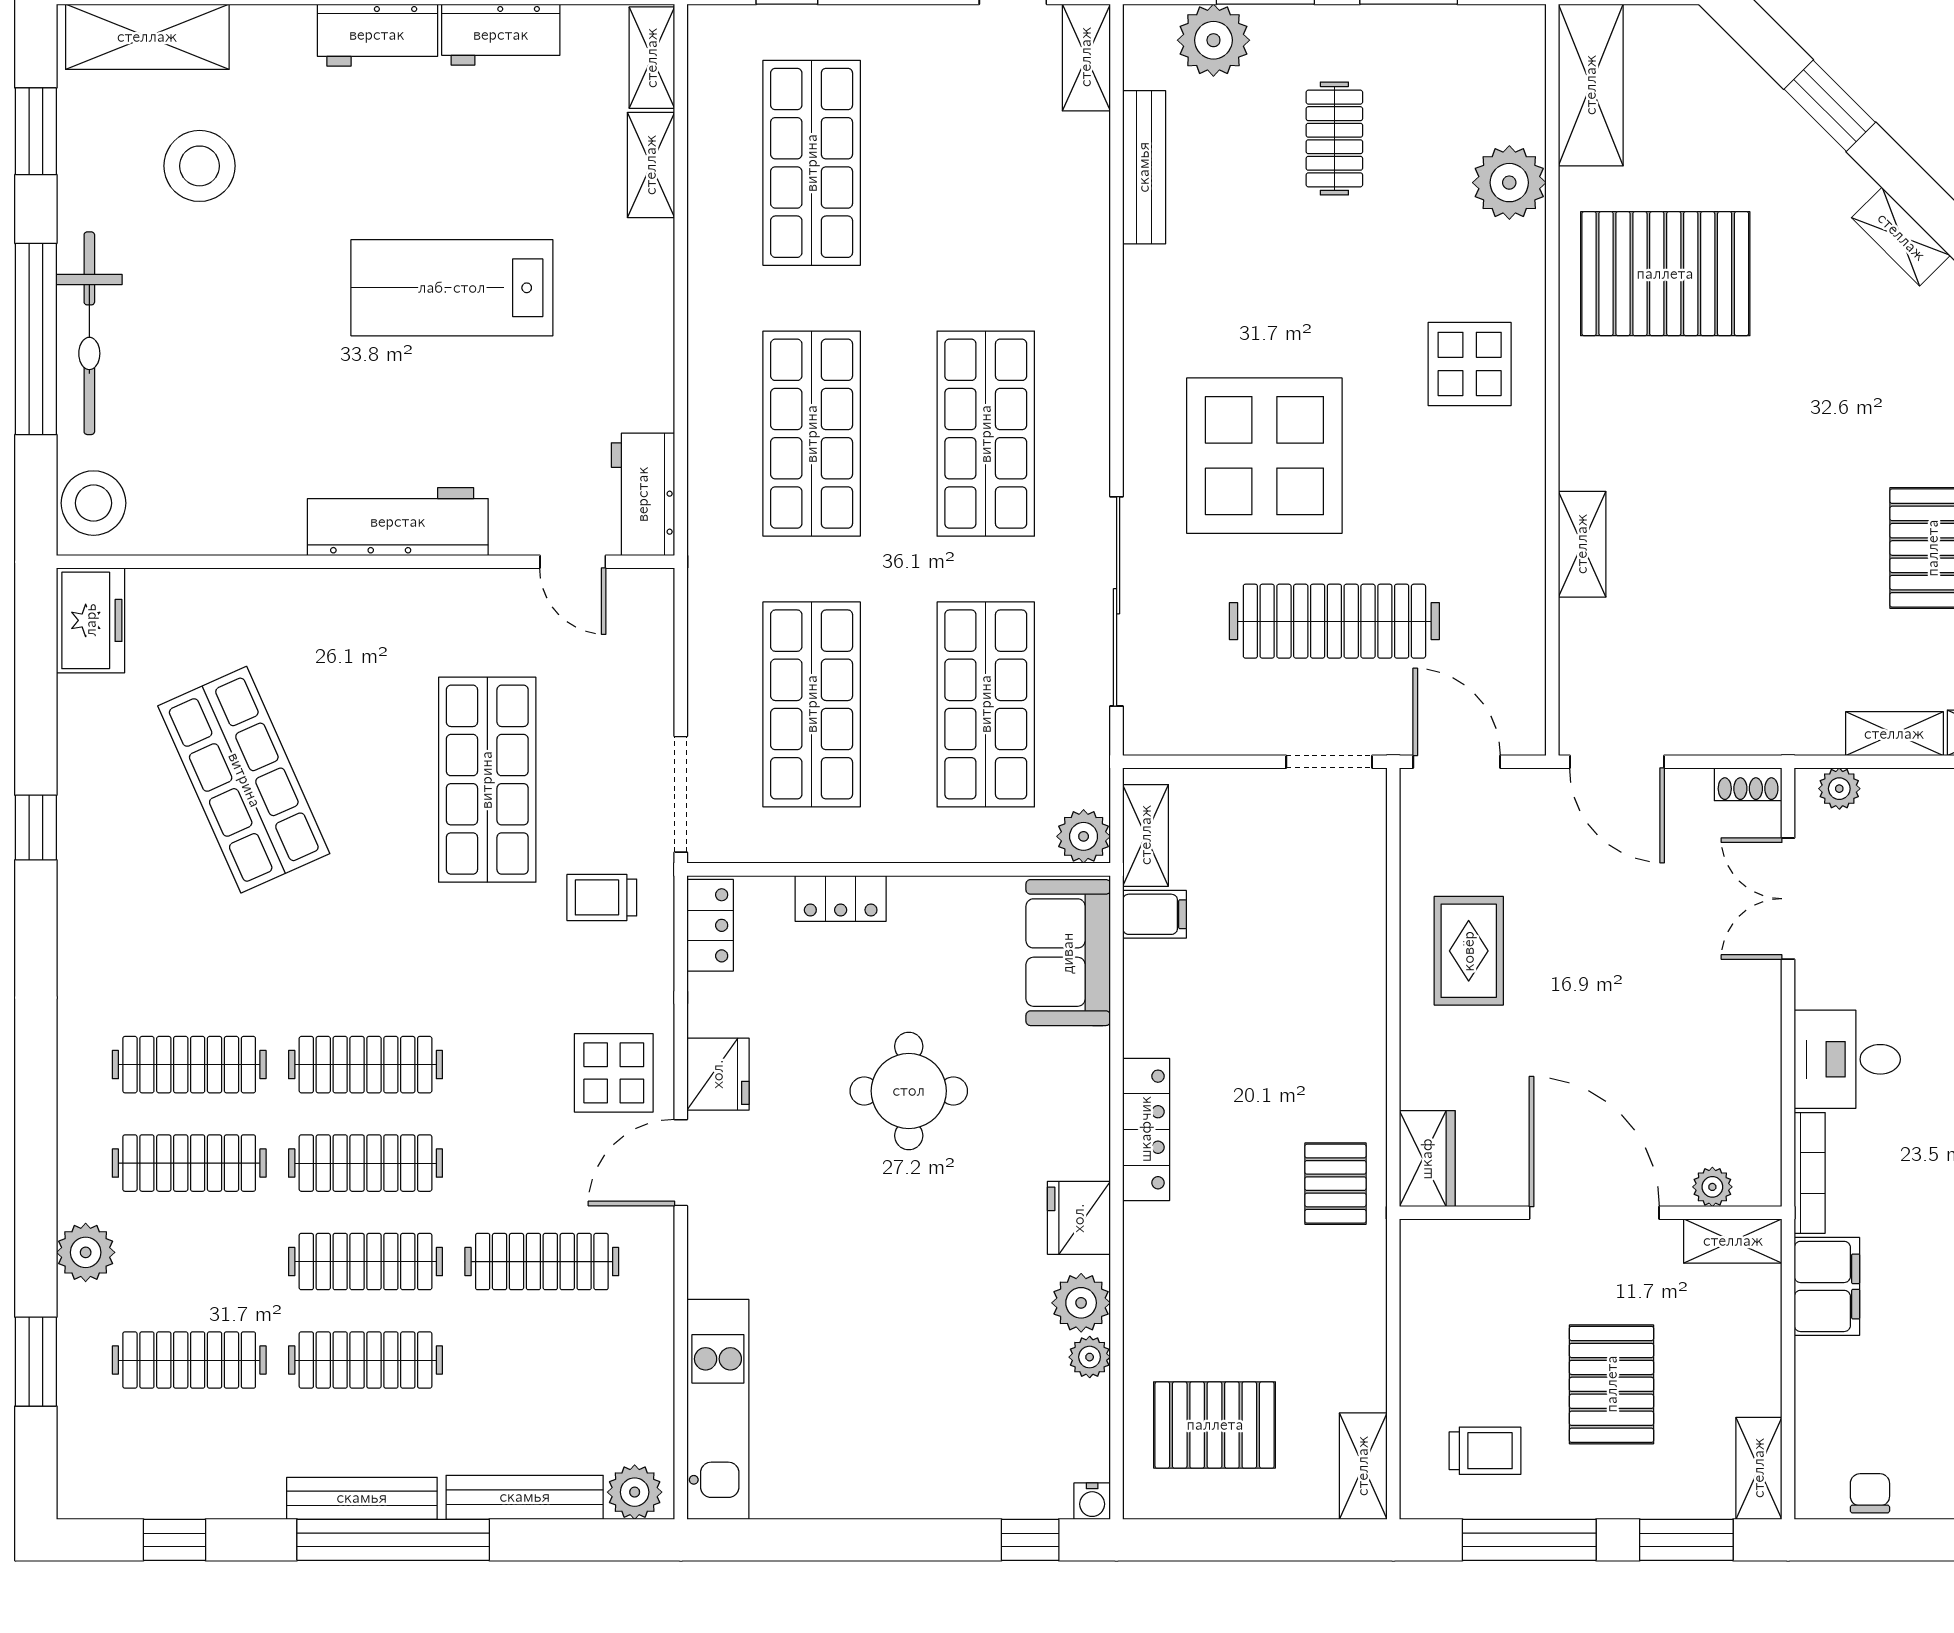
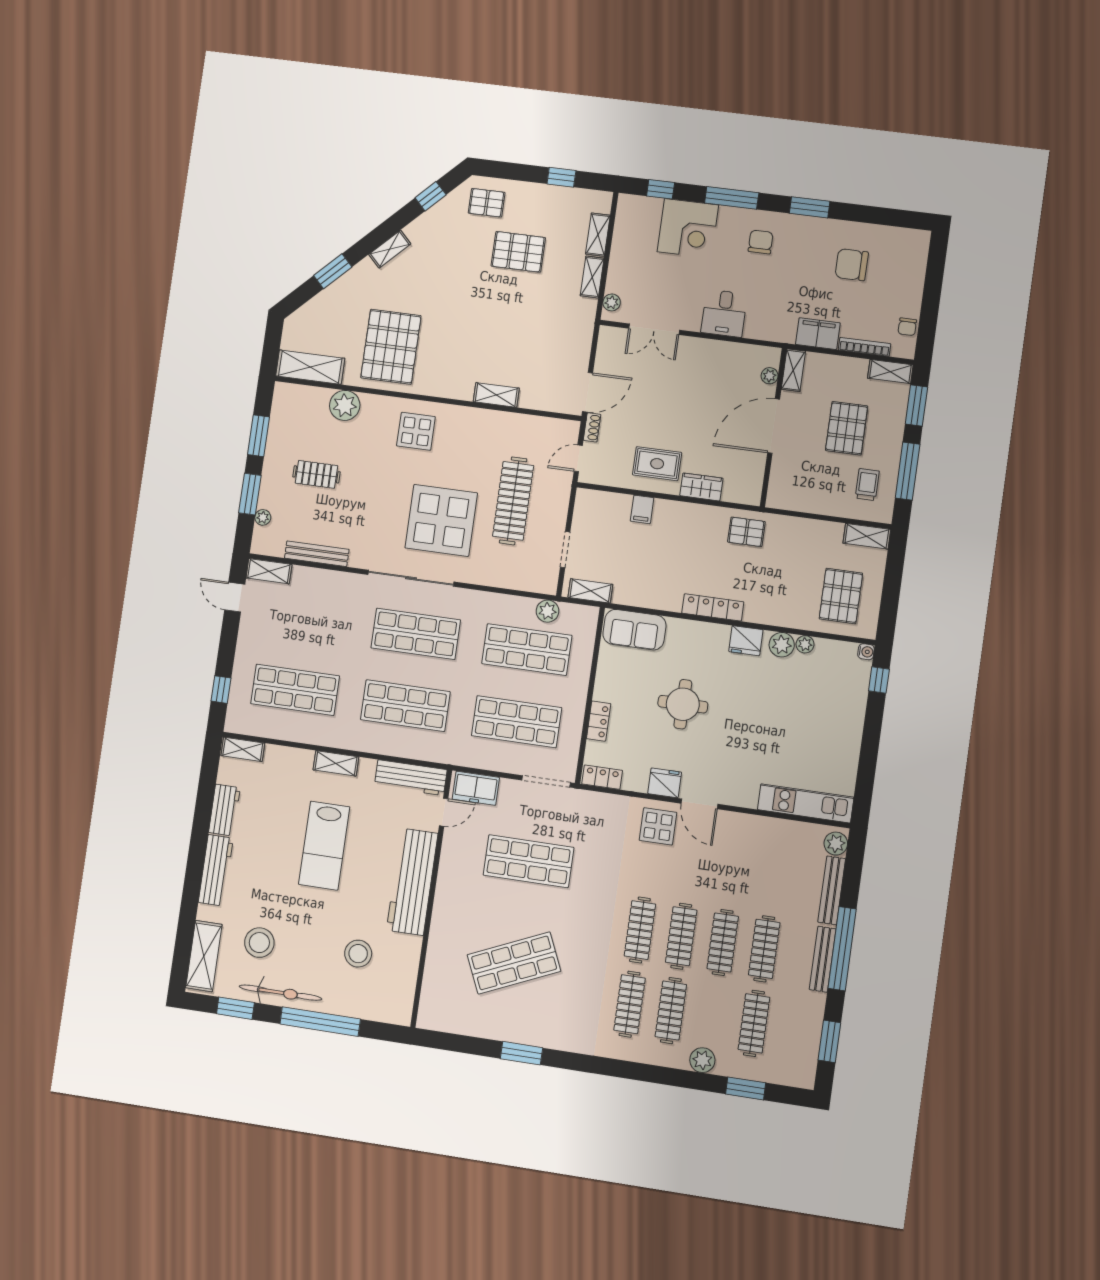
workbench: (377, 35) -> (216, 870), width x1.38
plant: (1213, 40) -> (263, 517), width x0.53, depth x0.53
shelving: (651, 165) -> (336, 763), moved
bicycle: (89, 333) -> (280, 993), moved
workbench: (643, 494) -> (411, 778), width x1.38
stool: (94, 503) -> (358, 954), moved
workbench: (398, 522) -> (412, 882), width x1.36, depth x1.32
sliding door: (1117, 601) -> (411, 578), moved
freezer: (91, 620) -> (476, 788), moved, turned 180
doorway: (1329, 762) -> (565, 550), moved
door: (1457, 762) -> (578, 458), width x0.73
shoe rack: (1748, 784) -> (592, 427), moved
window: (36, 827) -> (521, 1053), width x1.50
plant: (1084, 836) -> (547, 611), moved
trolley: (602, 897) -> (584, 821), removed
filing cabinet: (1155, 914) -> (642, 509), moved, turned 180
wardrobe: (1427, 1159) -> (701, 487), moved
bookcase: (1810, 1173) -> (864, 347), moved
clothes rail: (542, 1262) -> (733, 868), removed
pallet: (1612, 1384) -> (847, 428), turned 90
chair: (1870, 1493) -> (907, 327), turned -90
window: (175, 1540) -> (829, 1041), width x1.50

